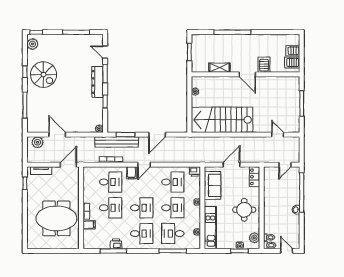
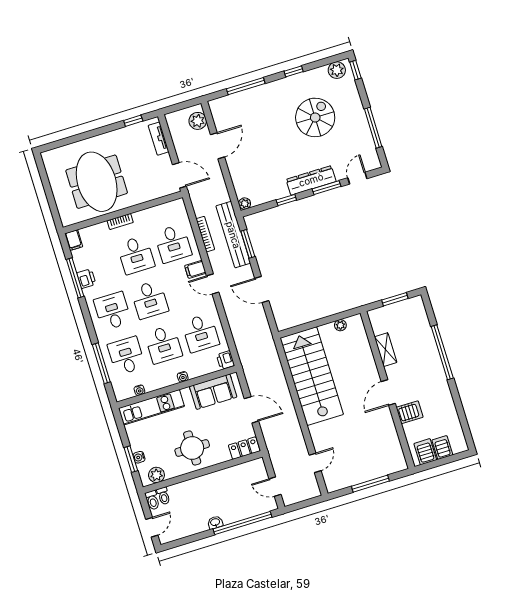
spiral stairs: (44, 75) -> (315, 117), moved, turned 180
filing cabinet: (89, 225) -> (74, 240), moved
desk: (142, 234) -> (113, 311), turned 180

